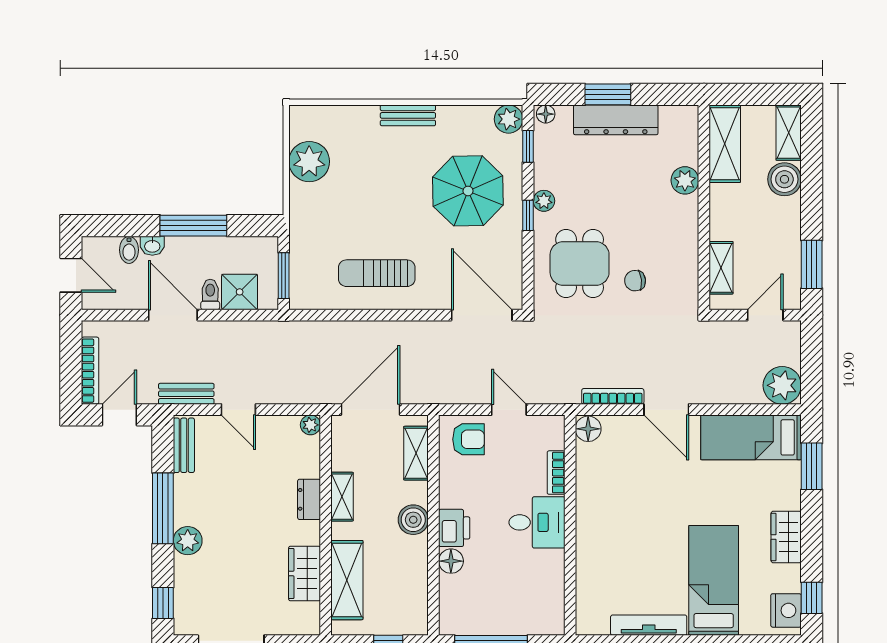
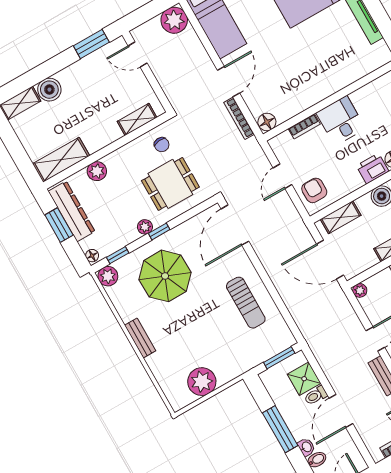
shelving: (725, 144) -> (61, 160), moved
plant: (685, 180) -> (97, 171), moved
wall: (704, 207) -> (107, 150), moved
shelving: (721, 268) -> (137, 119), moved

